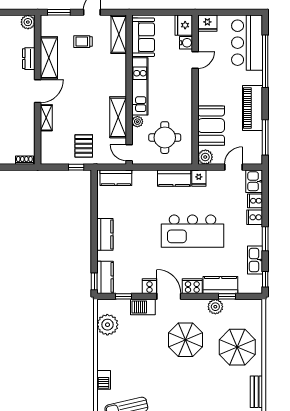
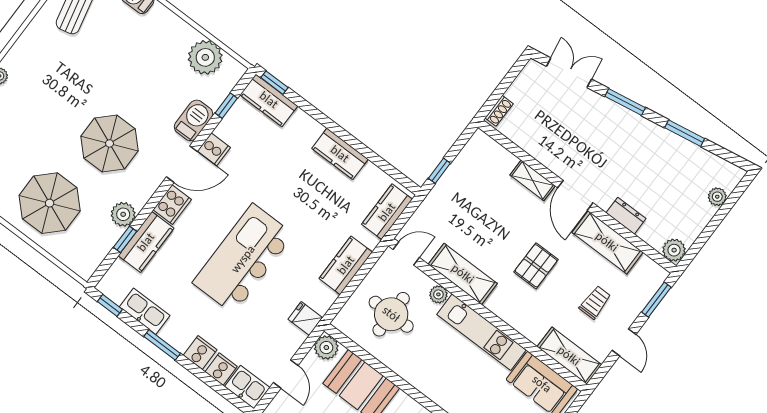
pallet: (84, 146) -> (536, 266), moved, turned 90
kitchen counter: (174, 178) -> (346, 265), moved
kitchen counter: (105, 234) -> (340, 154), moved

